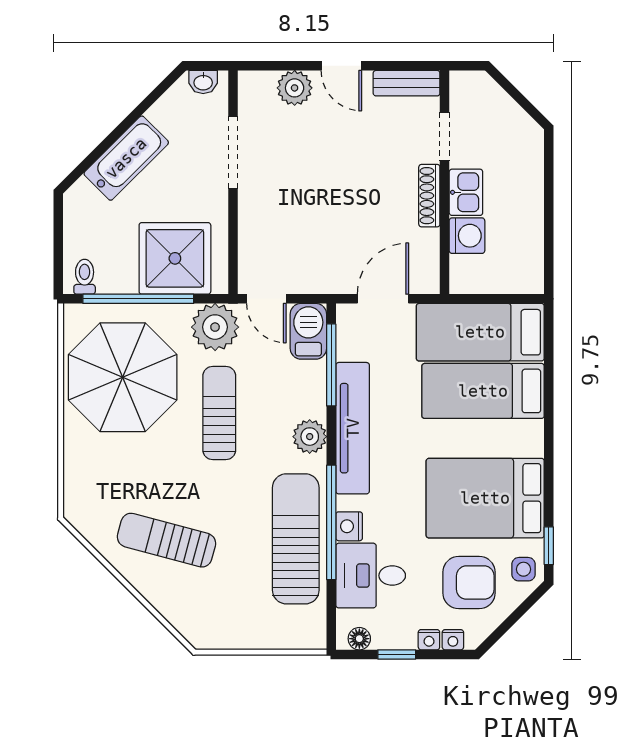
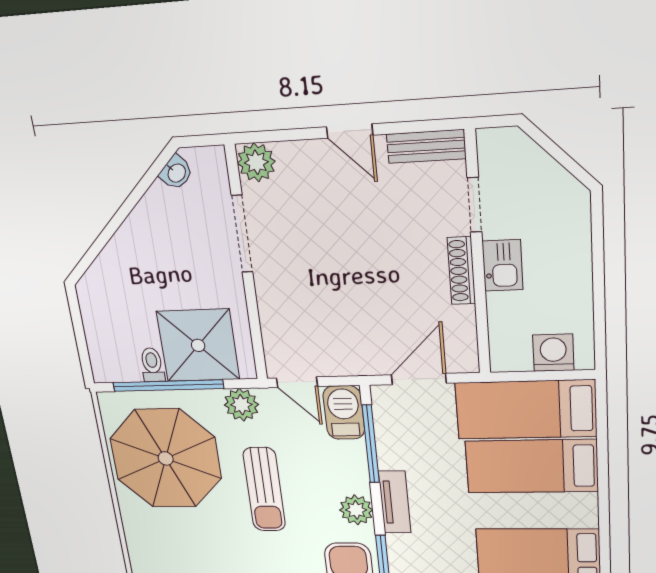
washbasin: (203, 82) -> (176, 173), moved, turned -45
plant: (295, 88) -> (256, 162), moved
bathtub: (126, 158) -> (132, 246), removed
washing machine: (467, 236) -> (553, 353), moved, turned -90
toilet: (85, 277) -> (152, 365), moved
plant: (215, 327) -> (241, 405), width x0.73, depth x0.73
sun lounger: (219, 413) -> (264, 489), turned 180
tv unit: (353, 428) -> (395, 502), width x0.52, depth x0.78

